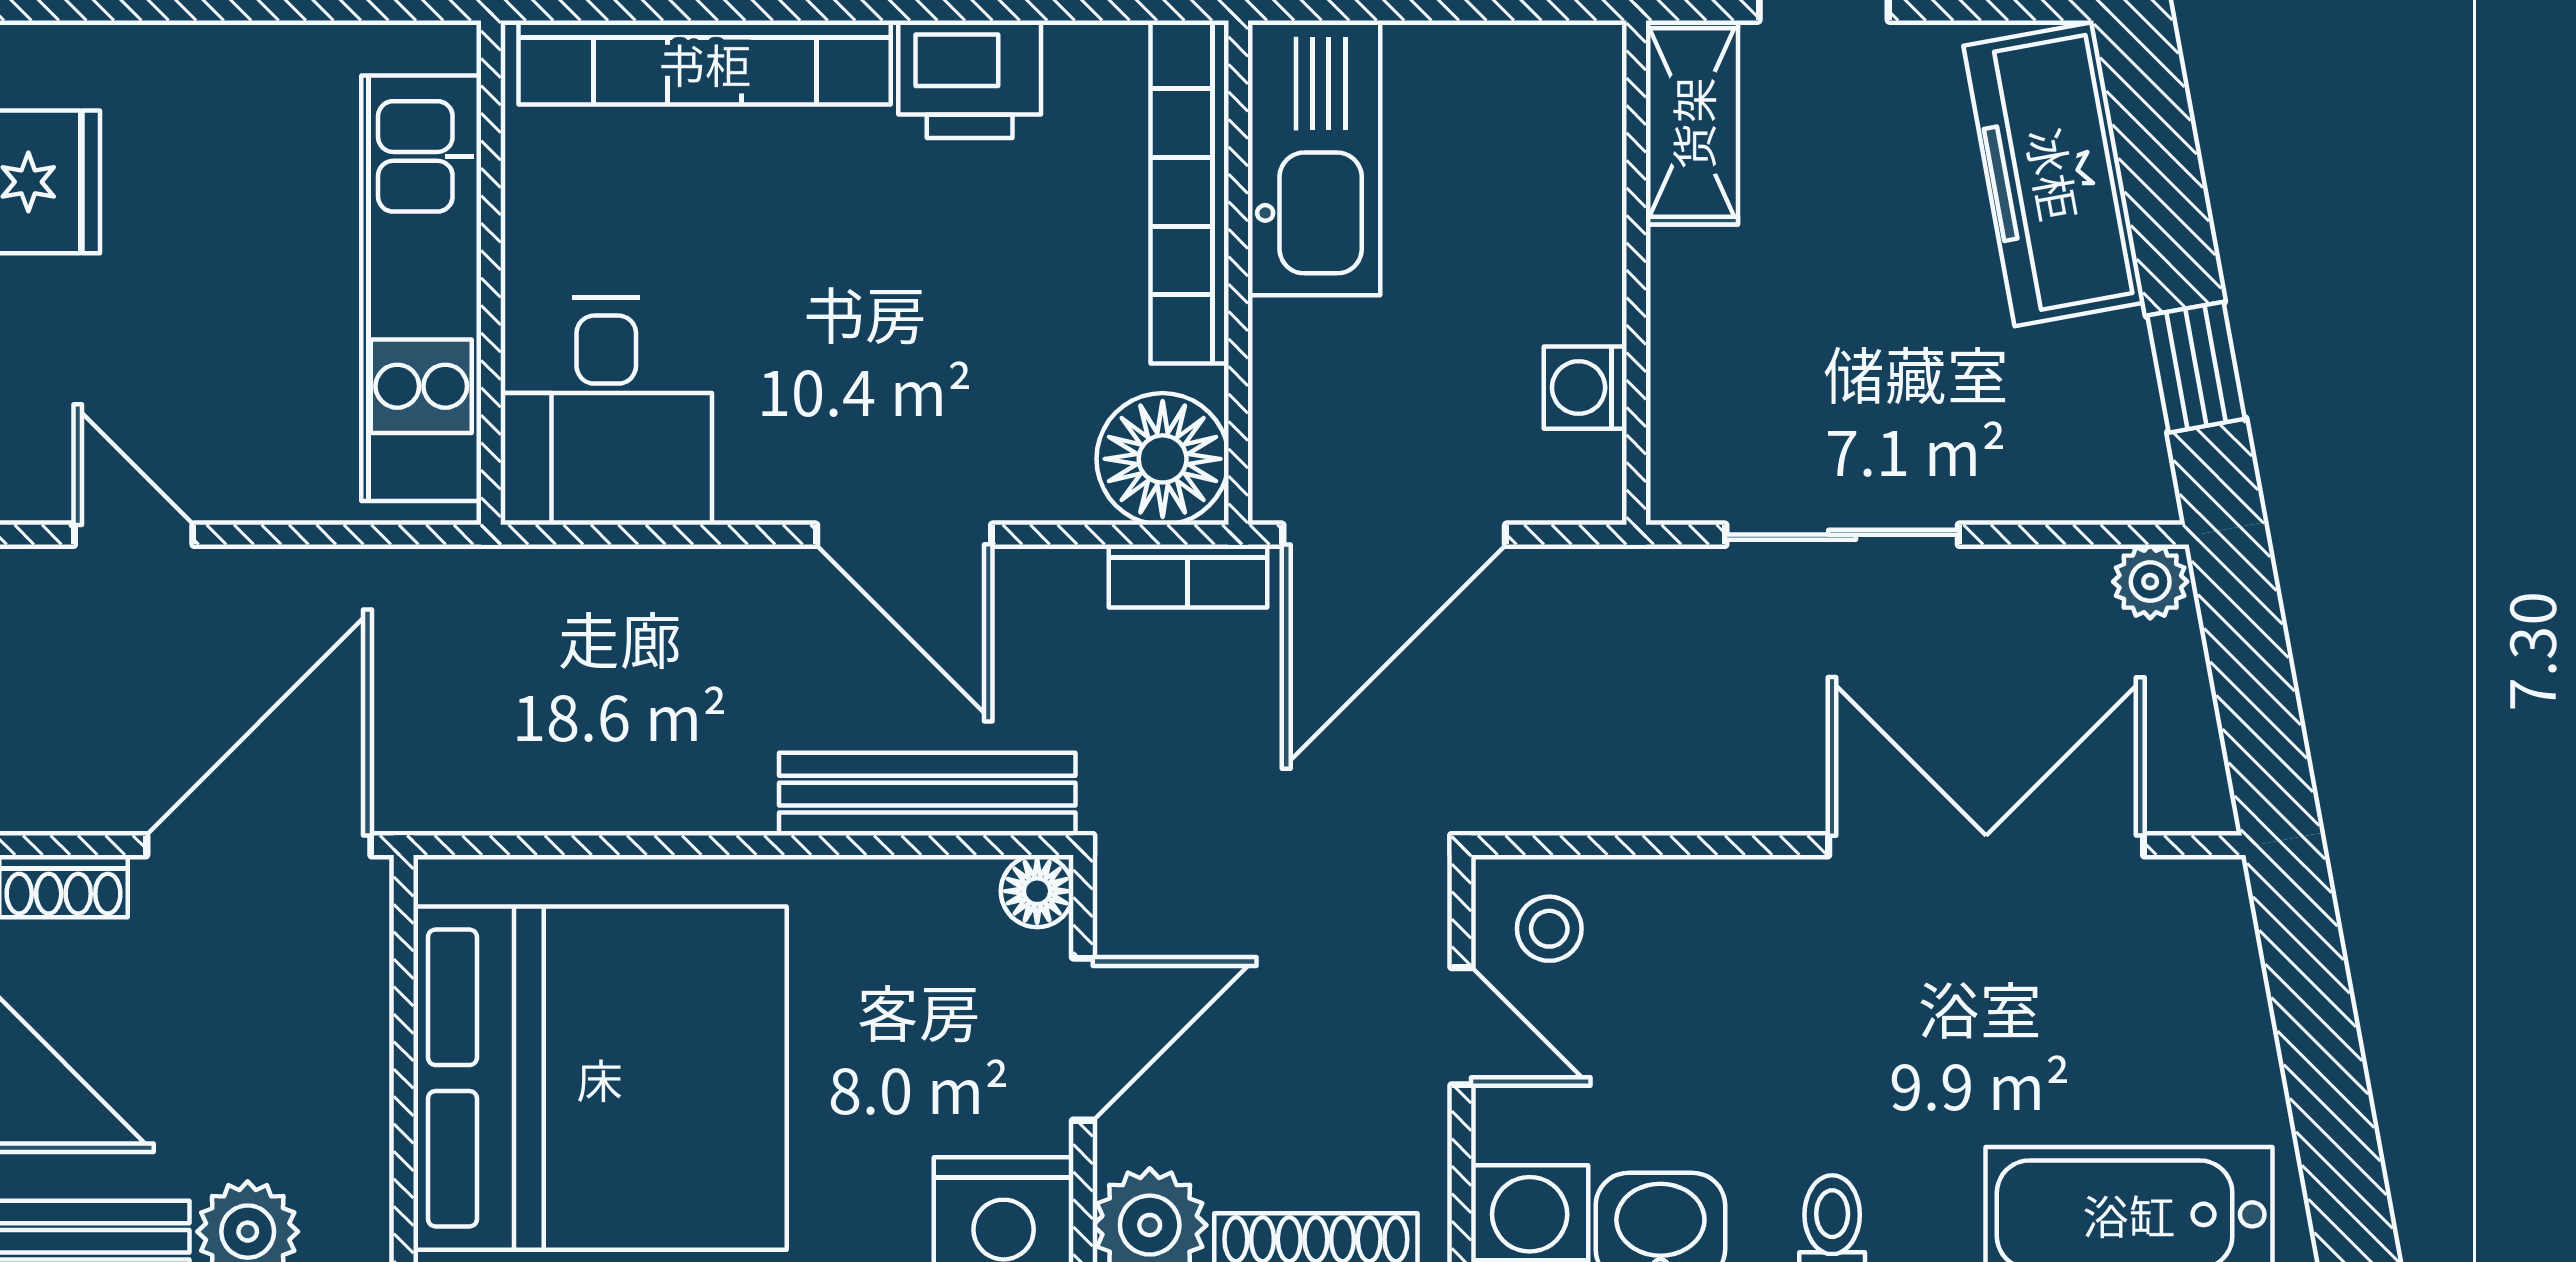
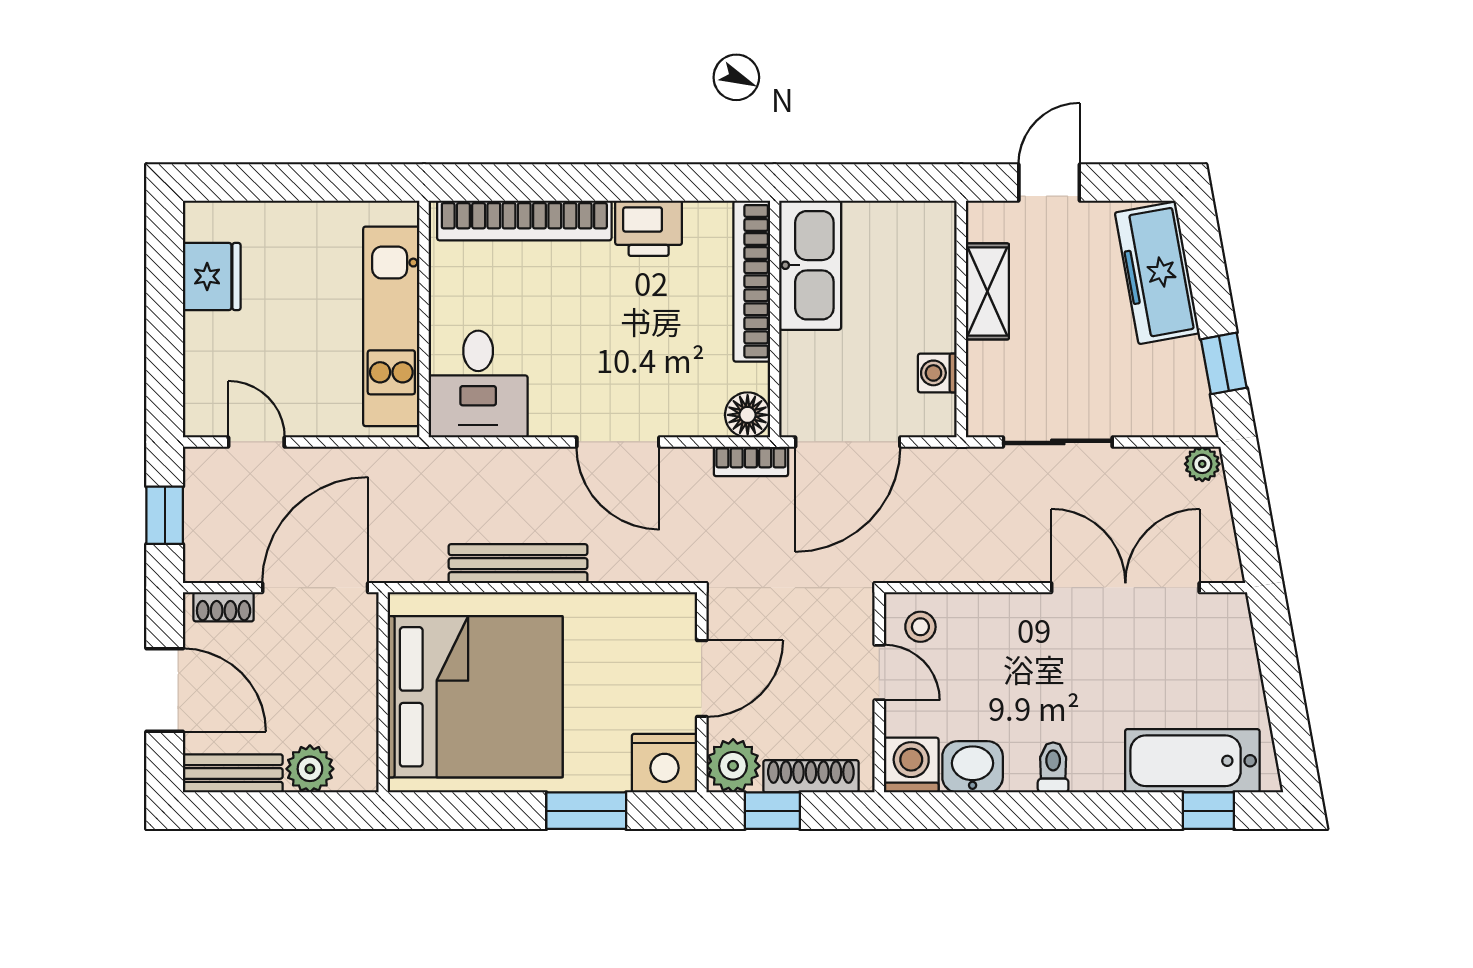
shelving: (1692, 123) -> (987, 291), moved
floor lamp: (1163, 459) -> (748, 415), width x0.73, depth x0.73
bench: (927, 794) -> (518, 564), moved
floor lamp: (1037, 891) -> (680, 609), removed

